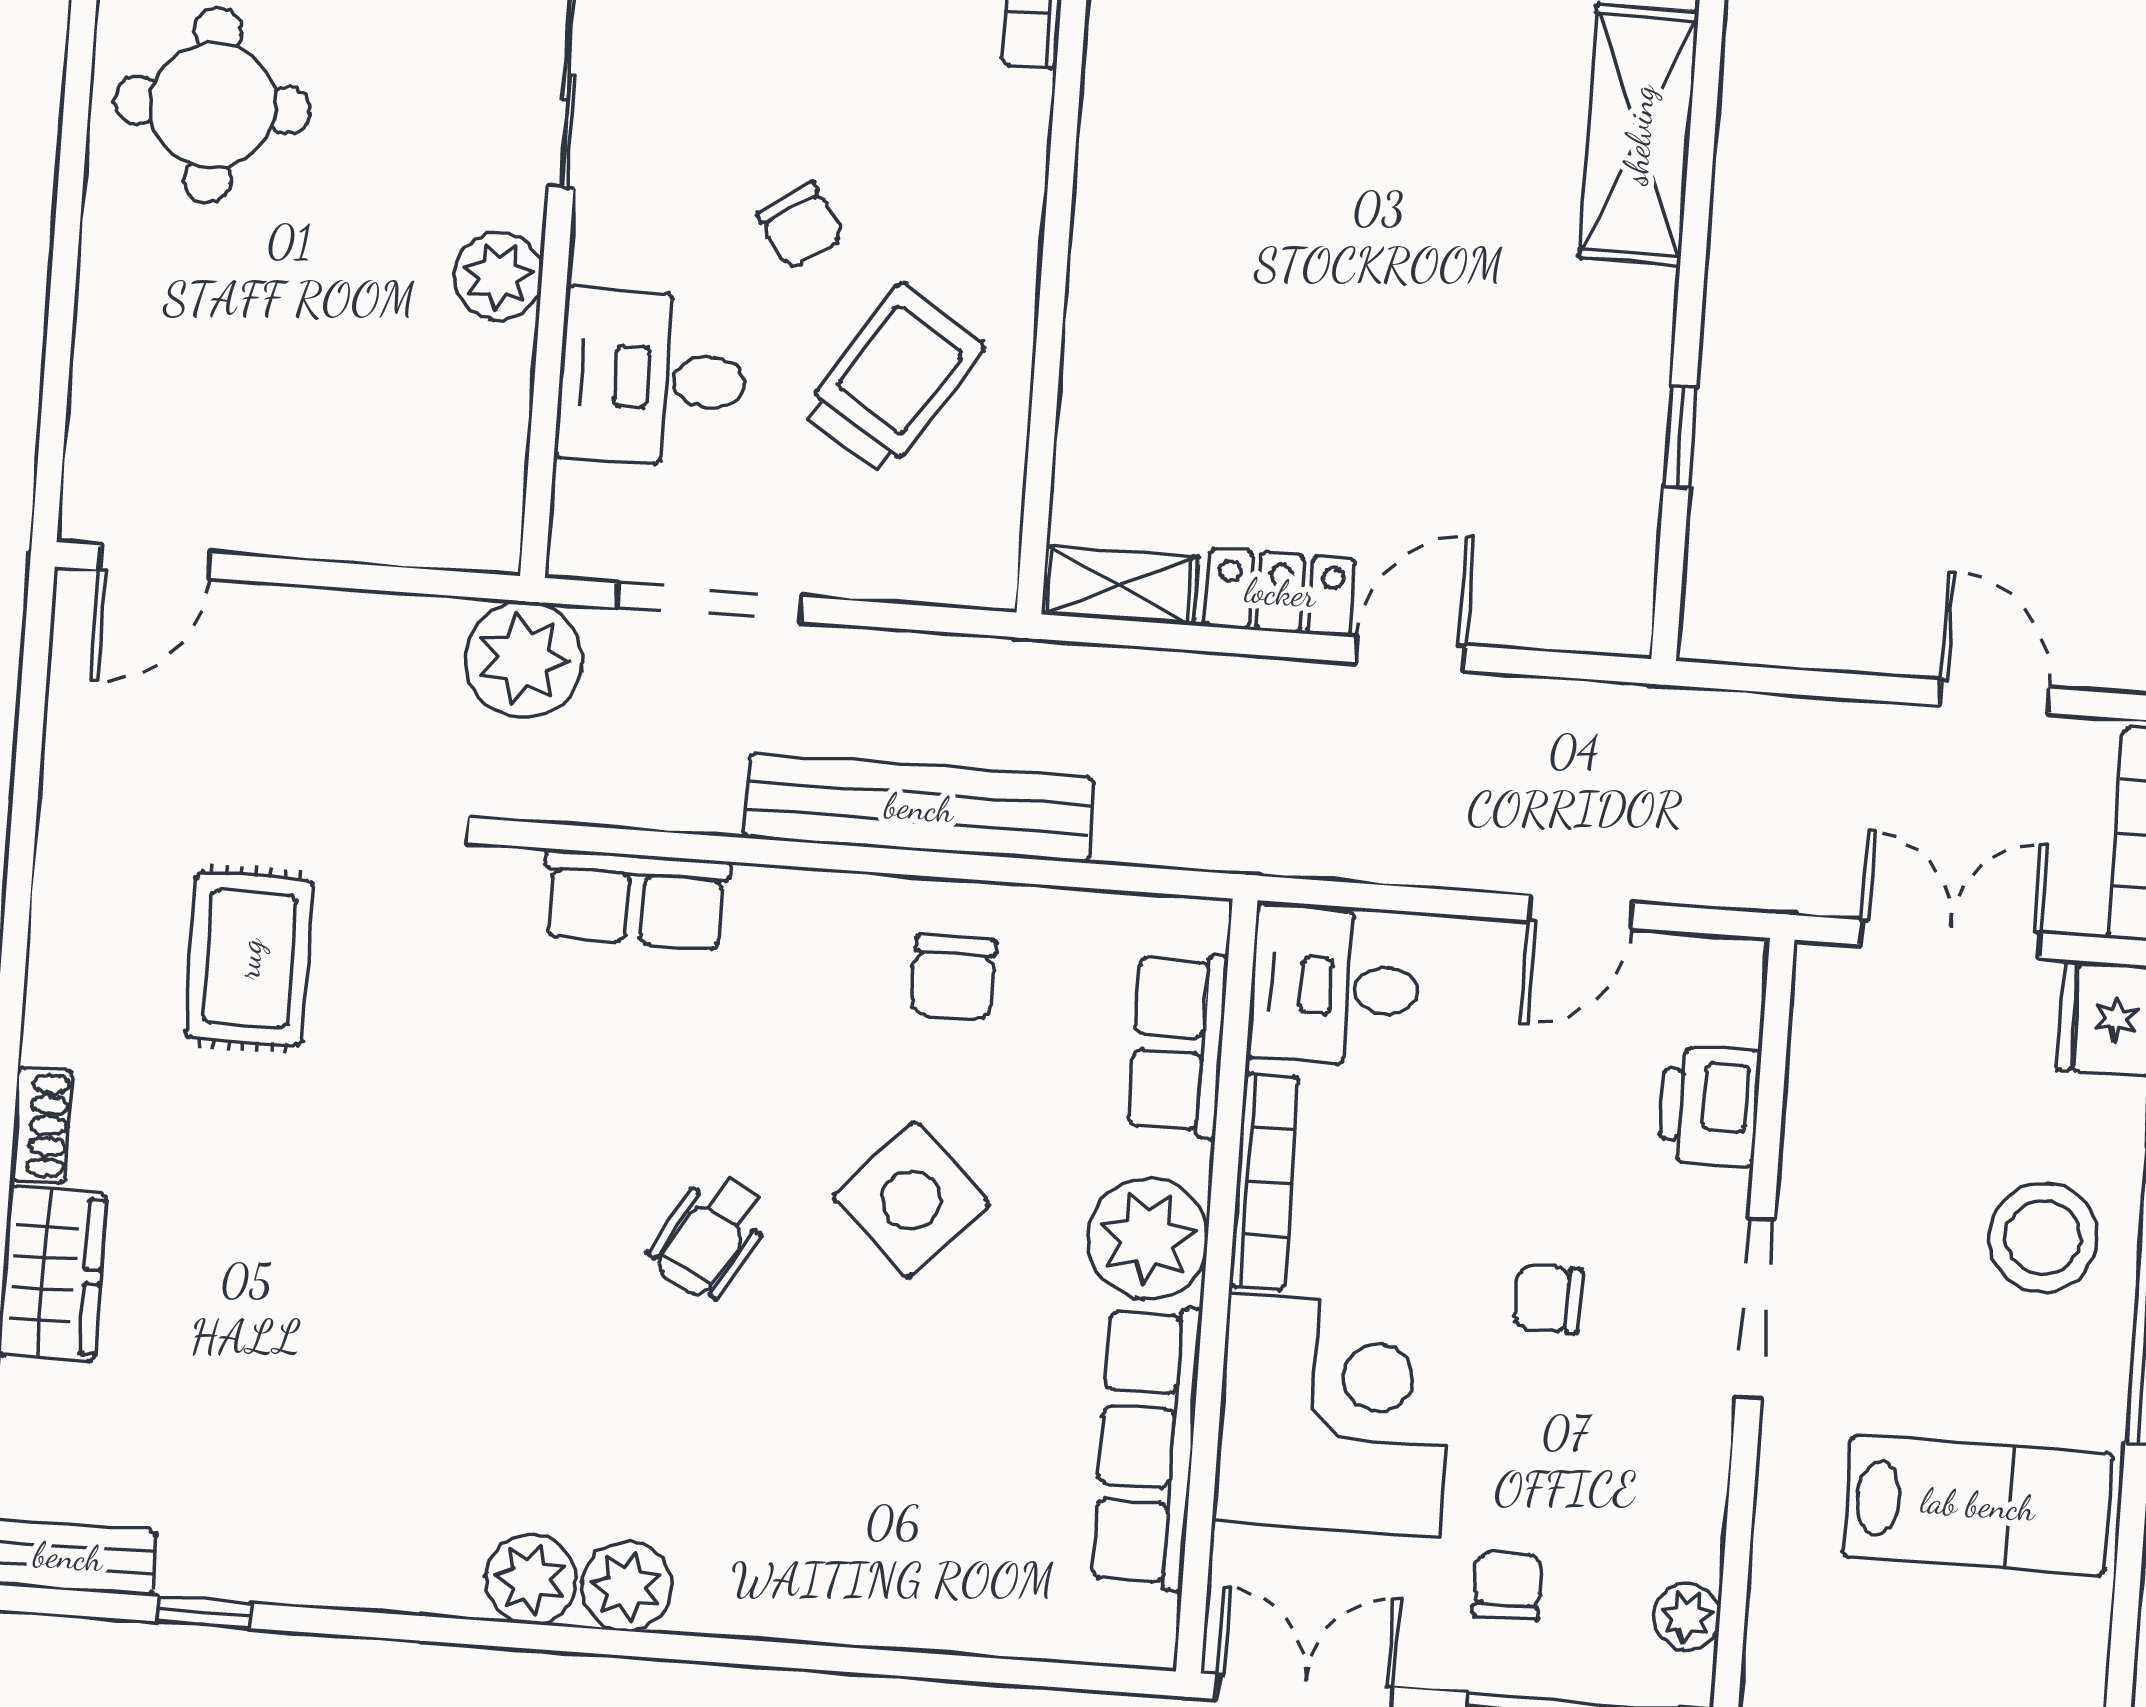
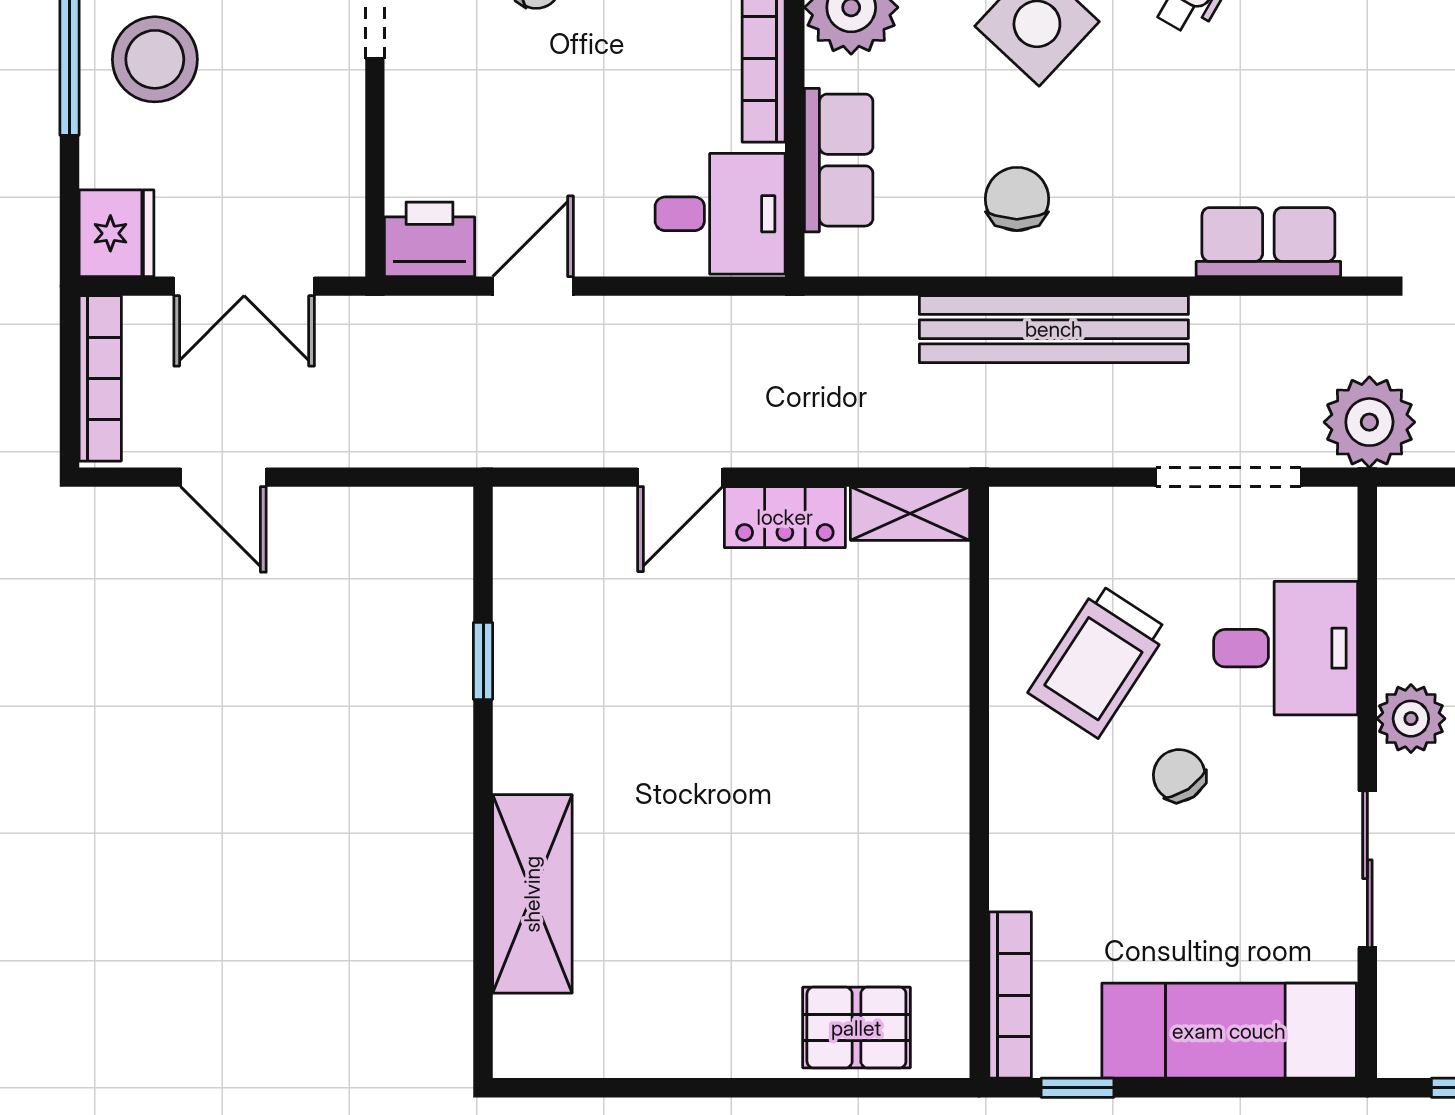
printer: (1710, 1106) -> (430, 239), moved, turned -90

